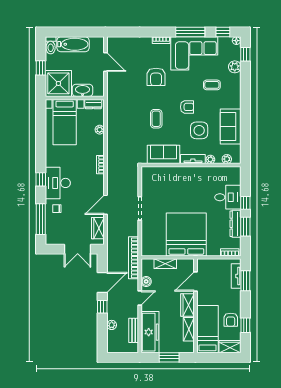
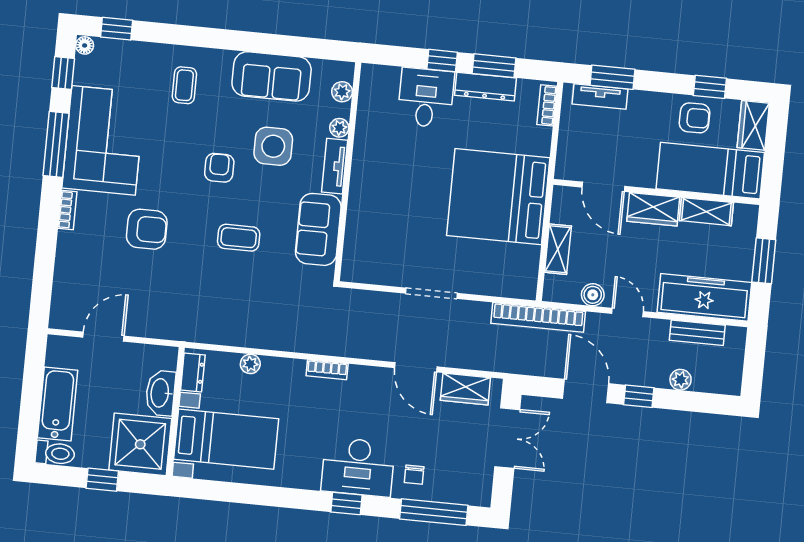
plant: (235, 67) -> (142, 55), removed
coffee table: (212, 85) -> (184, 85), moved

